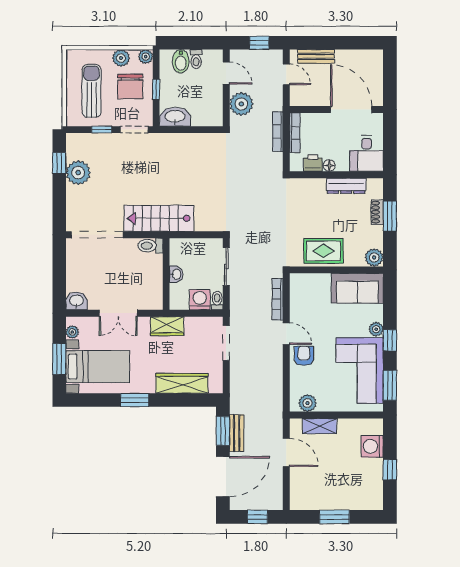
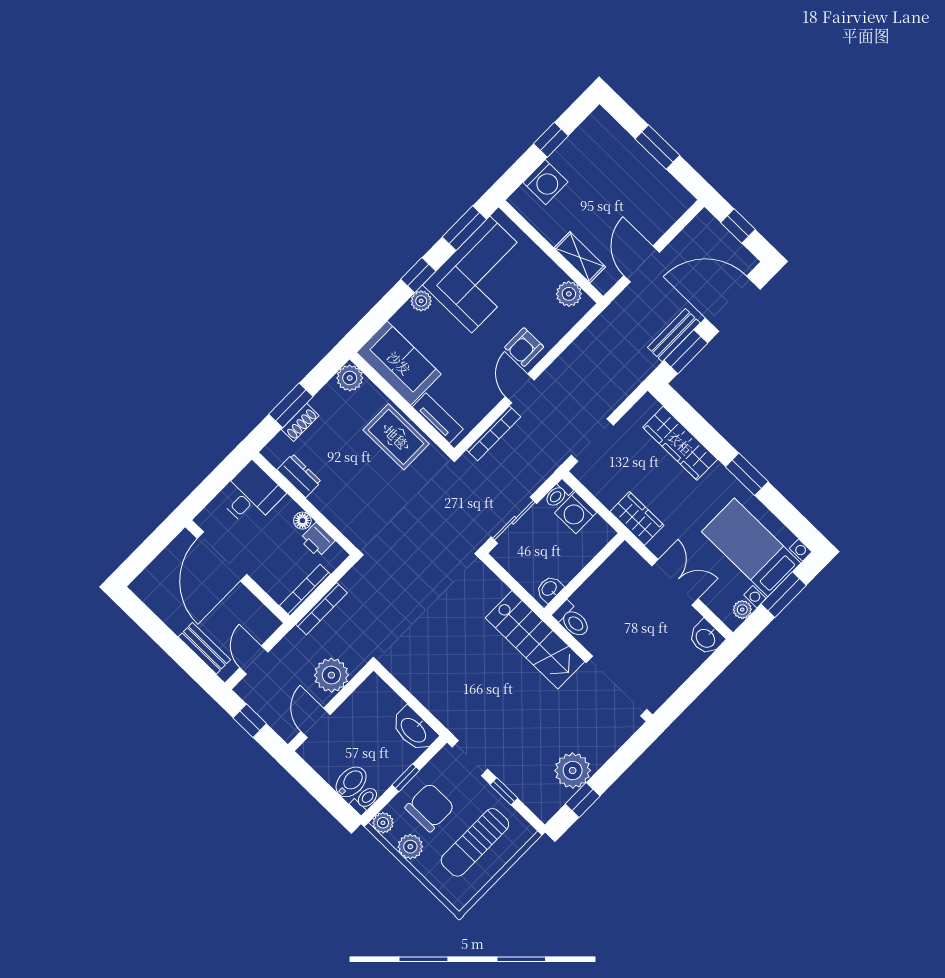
toilet: (196, 59) -> (365, 800), moved
dresser: (346, 186) -> (299, 476), width x0.70
washbasin: (176, 274) -> (550, 589), moved
tv unit: (312, 280) -> (438, 418), added

